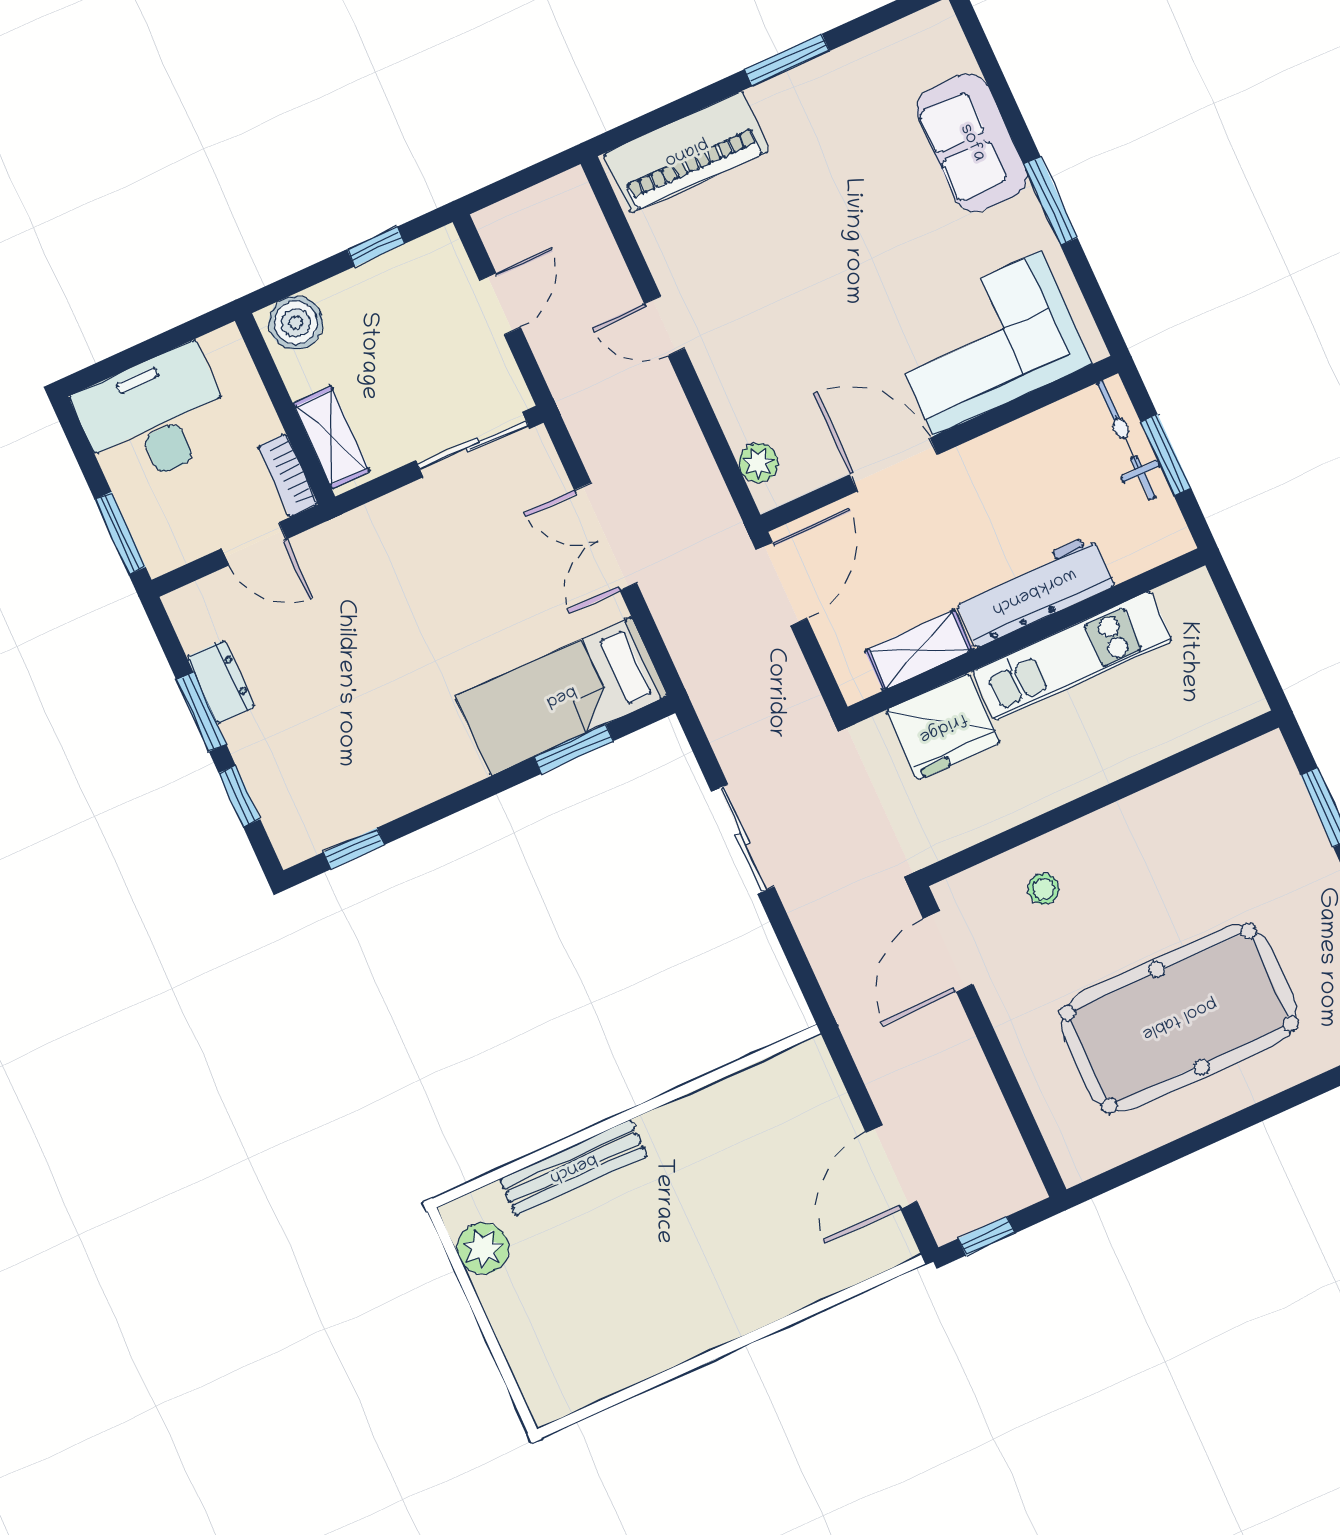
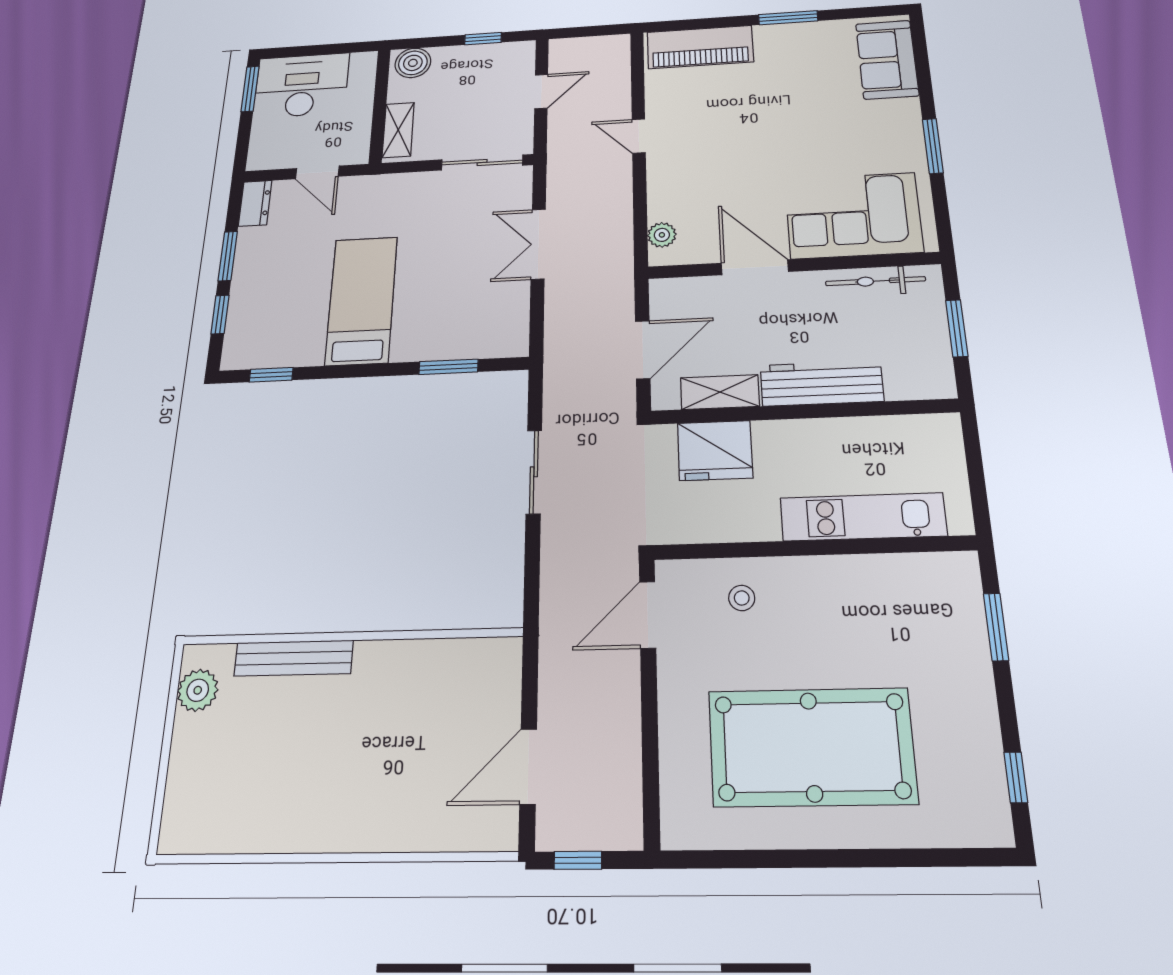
sofa: (972, 143) -> (887, 60), moved
bicycle: (1126, 440) -> (875, 281), moved, turned -90
bookcase: (288, 475) -> (360, 142), removed
window: (120, 533) -> (250, 89), moved
door: (782, 584) -> (643, 350), moved
kitchen unit: (1072, 656) -> (863, 517), moved, turned 180
dresser: (221, 682) -> (255, 203), moved
bed: (561, 696) -> (361, 300), moved, turned 90

